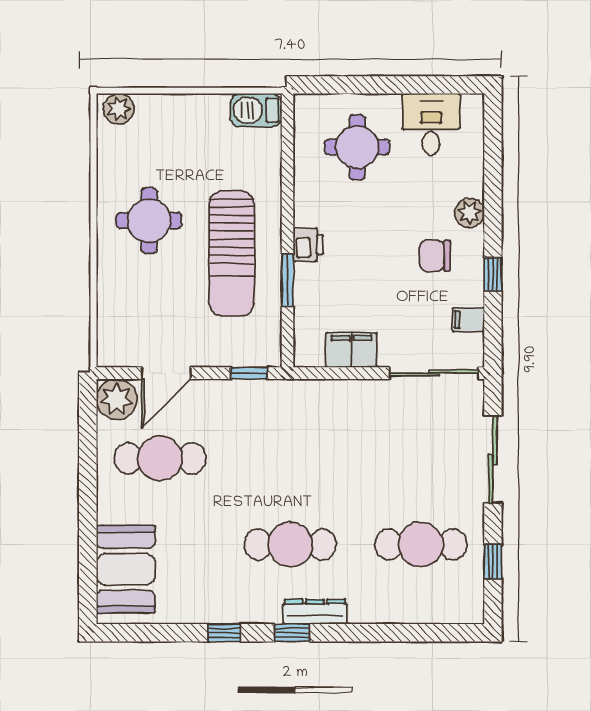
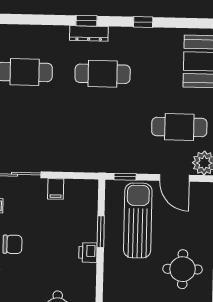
sun lounger: (232, 254) -> (138, 220), moved
filing cabinet: (352, 350) -> (56, 189), width x0.50
door: (166, 373) -> (174, 178), swing flipped
window: (292, 633) -> (87, 21), moved

